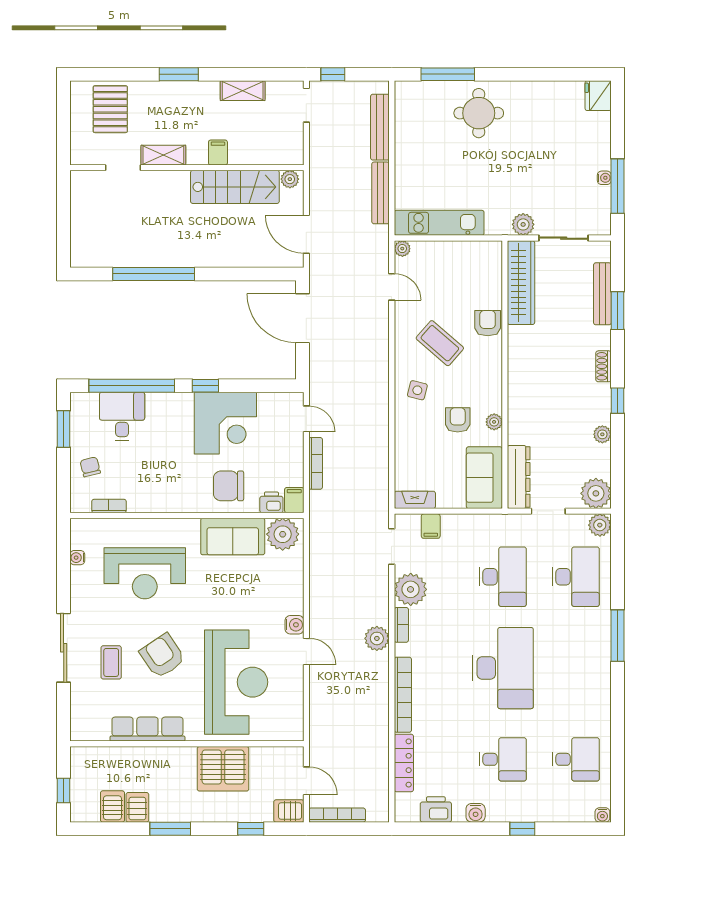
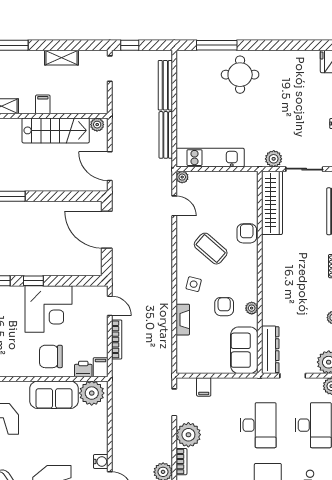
fireplace: (415, 500) -> (183, 320), moved, turned 90

